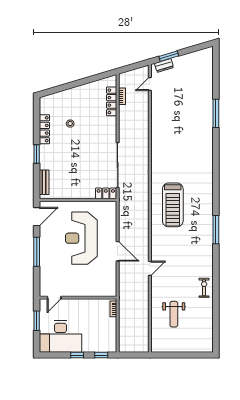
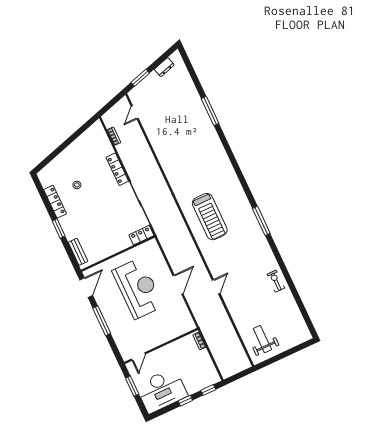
dresser: (164, 65) -> (164, 67), moved
locker: (112, 101) -> (117, 169), moved
reception desk: (81, 238) -> (138, 288), turned 180
door: (118, 251) -> (178, 285), hinge flipped
weight bench: (174, 314) -> (262, 339), moved, turned 180

